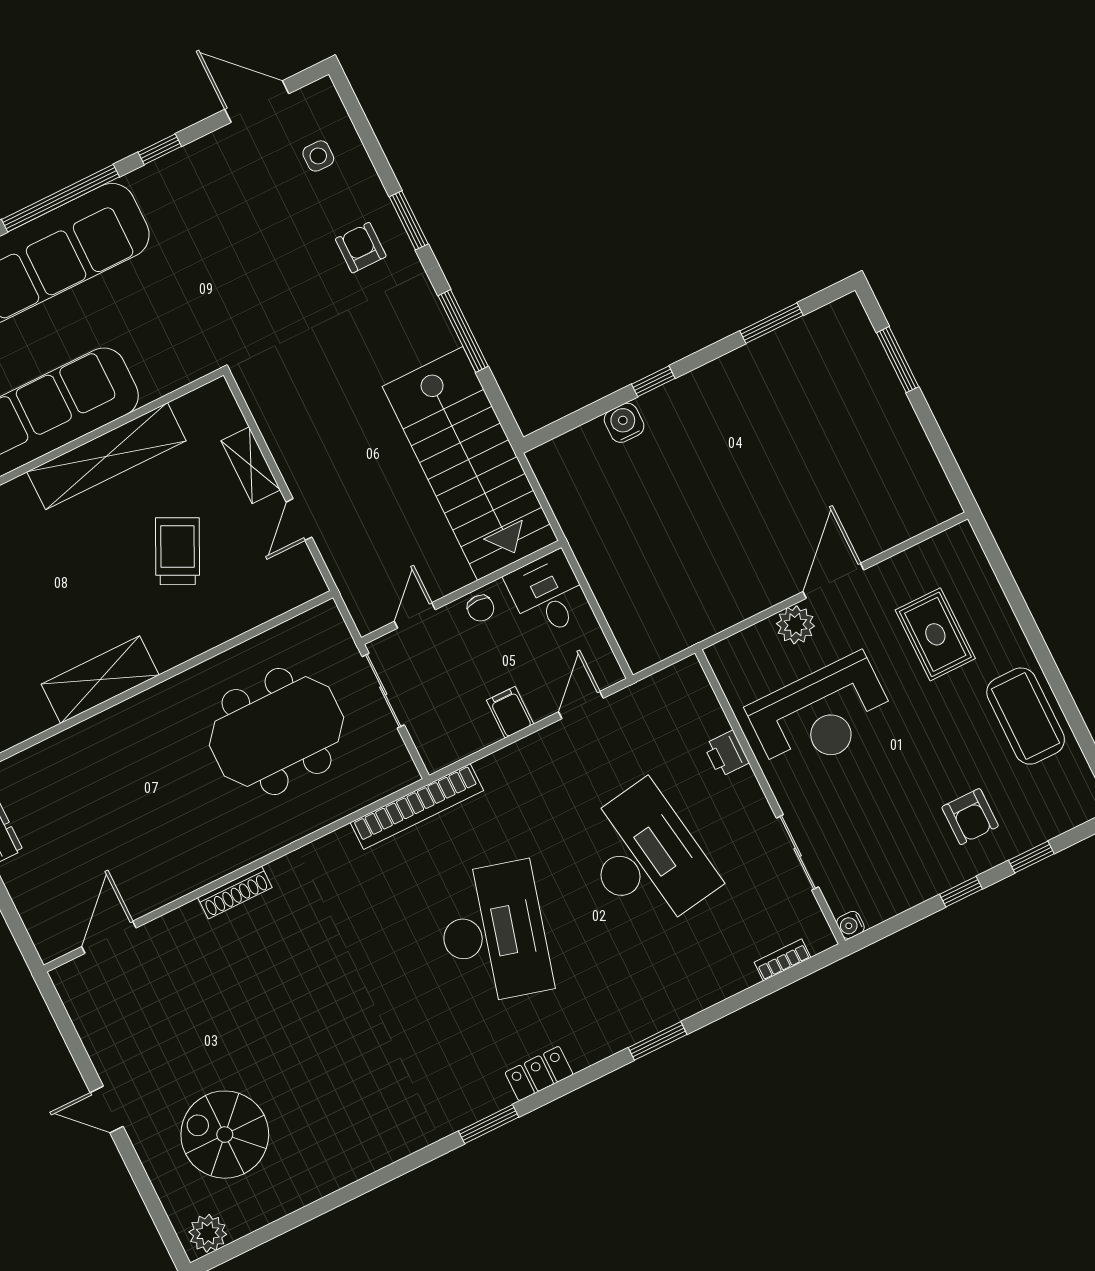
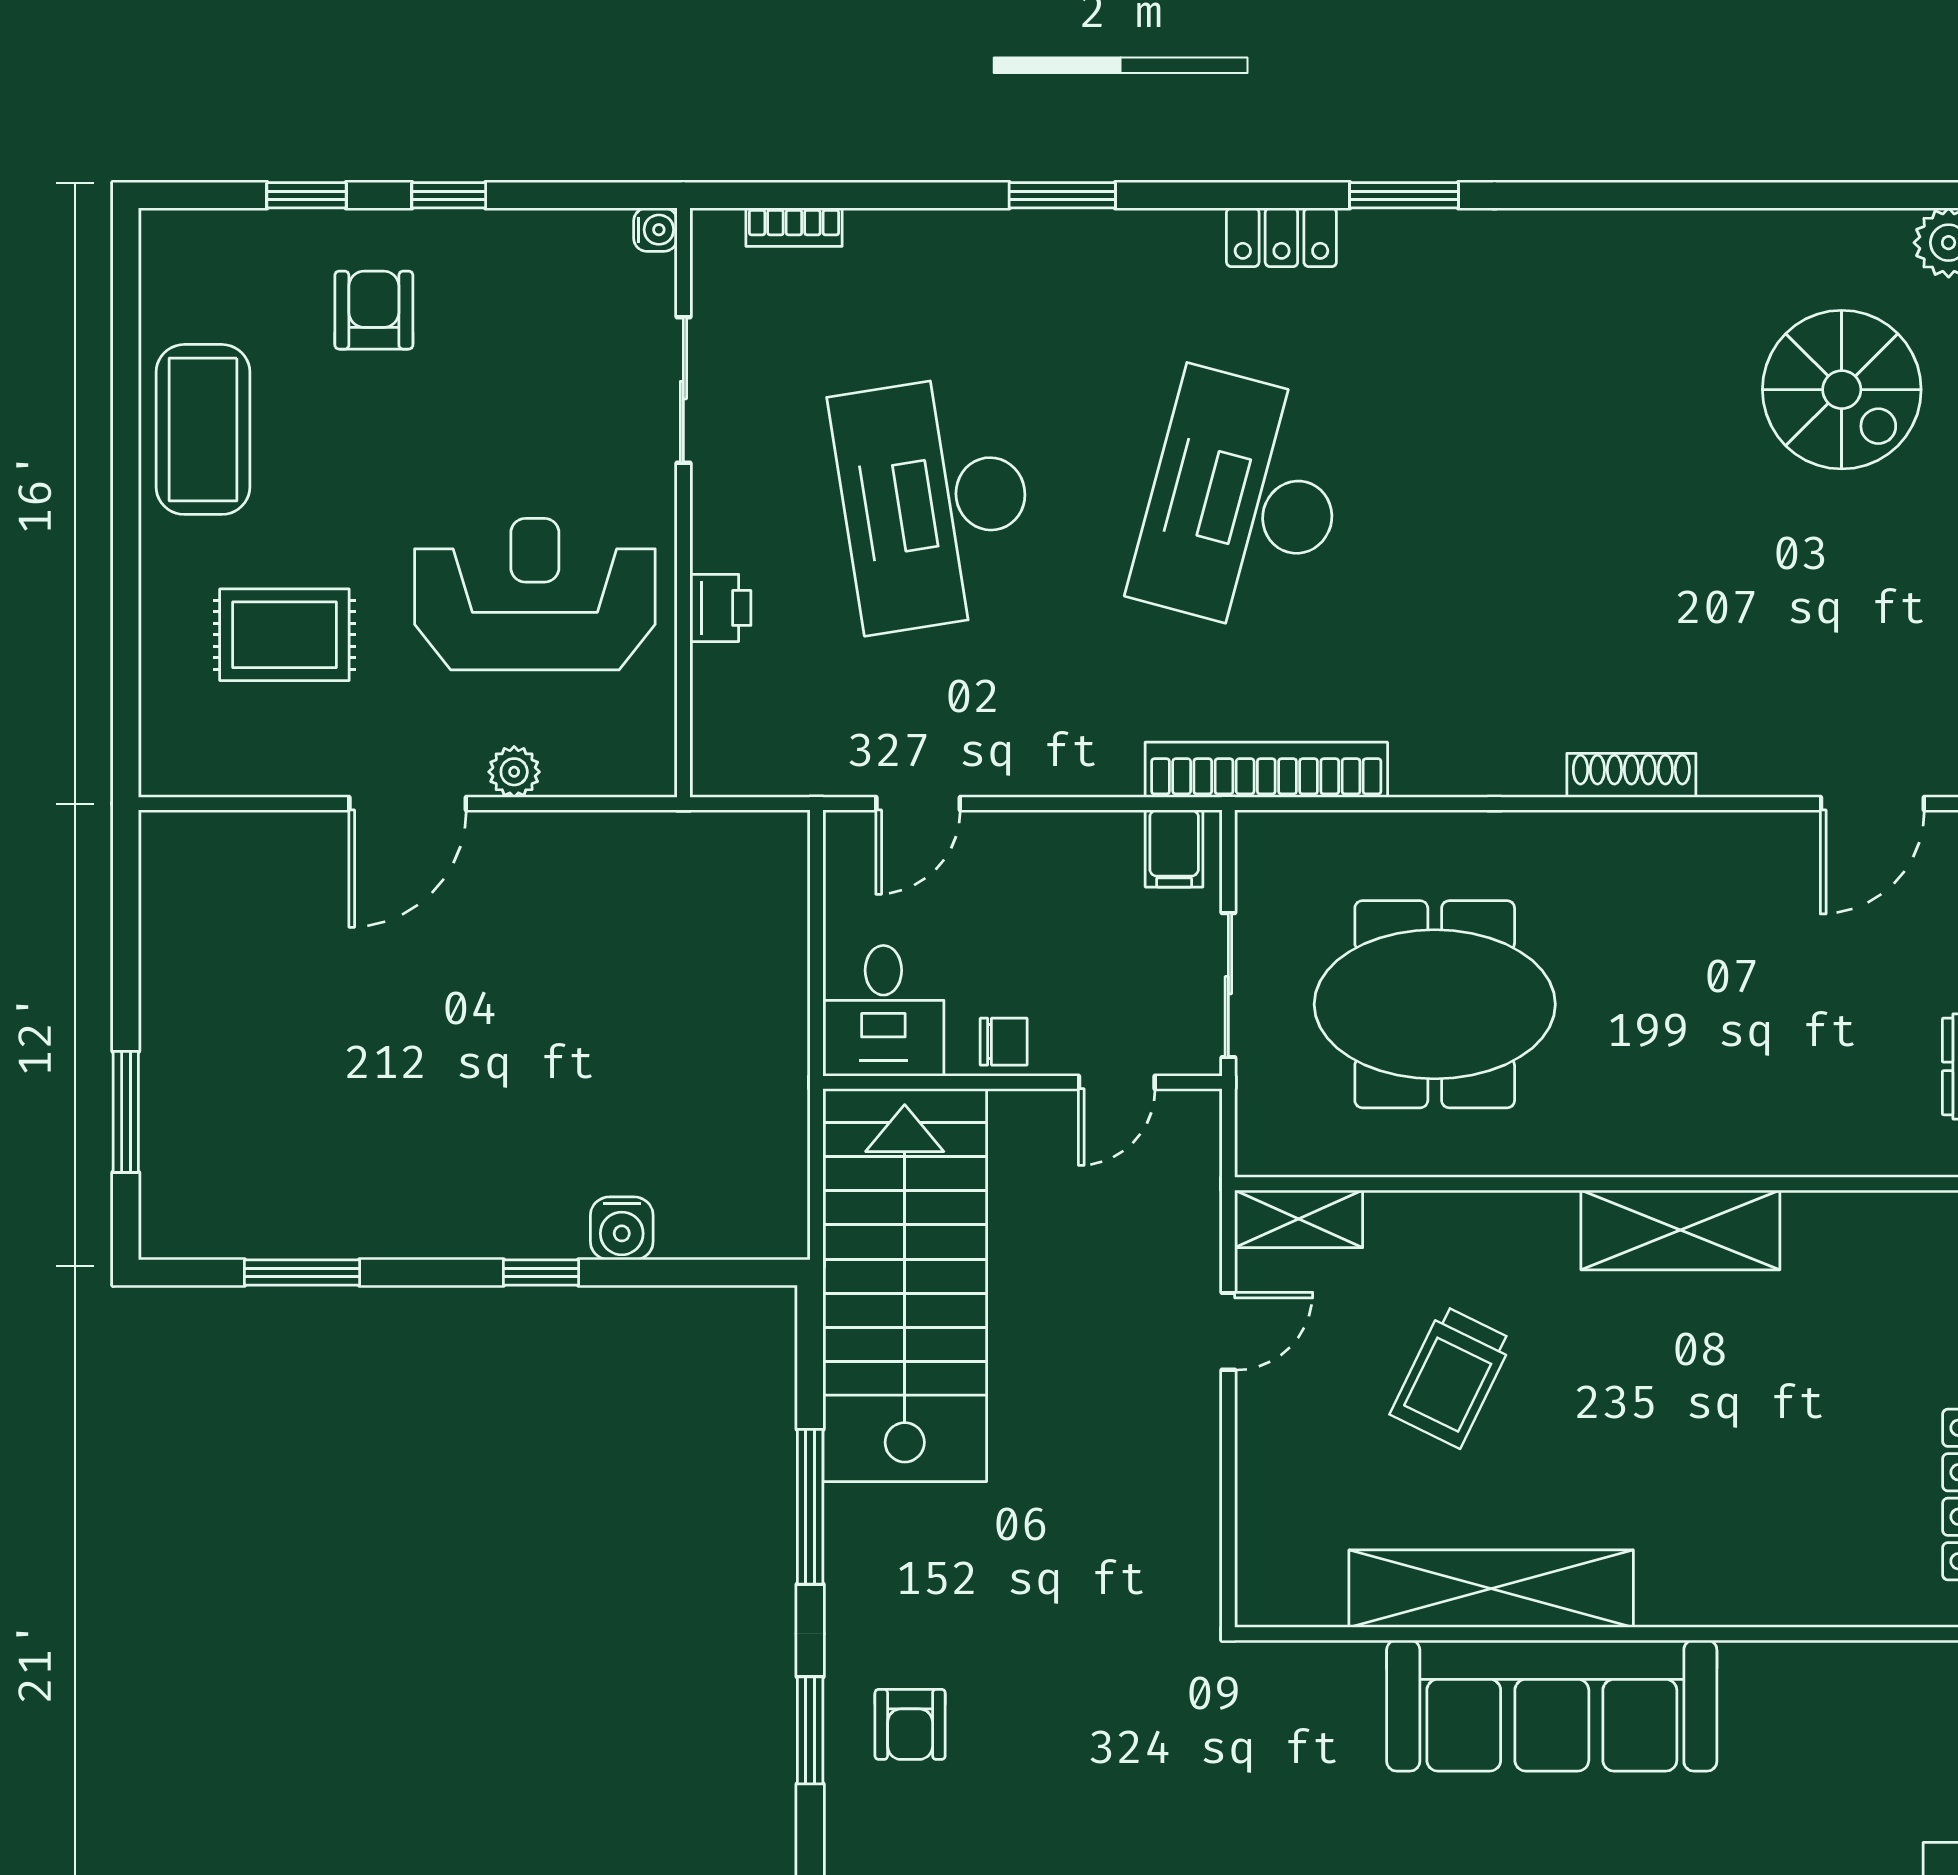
shelving: (251, 465) -> (1299, 1219), moved, turned 90
chair: (481, 608) -> (1004, 1042), turned 90
plant: (795, 625) -> (514, 772), width x0.73, depth x0.73
rug: (935, 634) -> (284, 635), turned 90
filing cabinet: (510, 712) -> (1174, 848), moved

